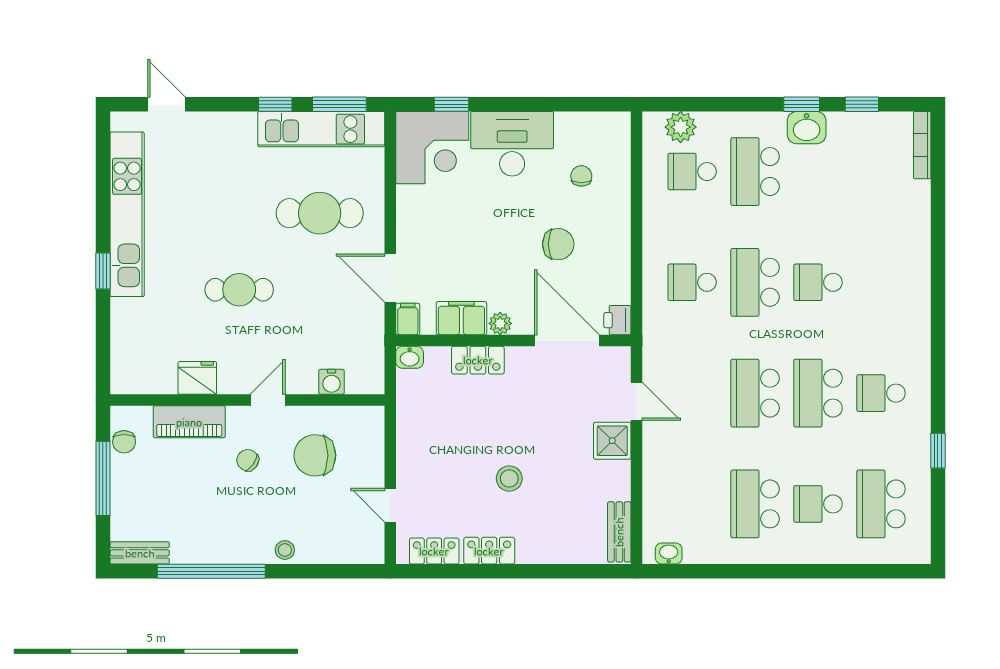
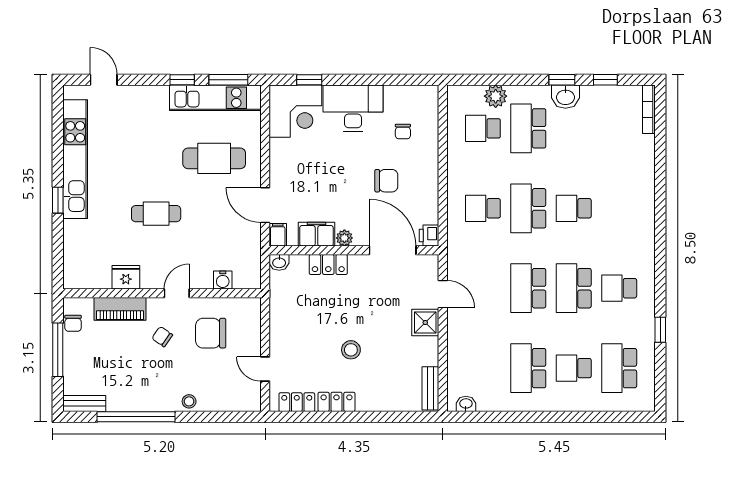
plant: (681, 127) -> (496, 96), moved
chair: (581, 176) -> (403, 132), turned 180

